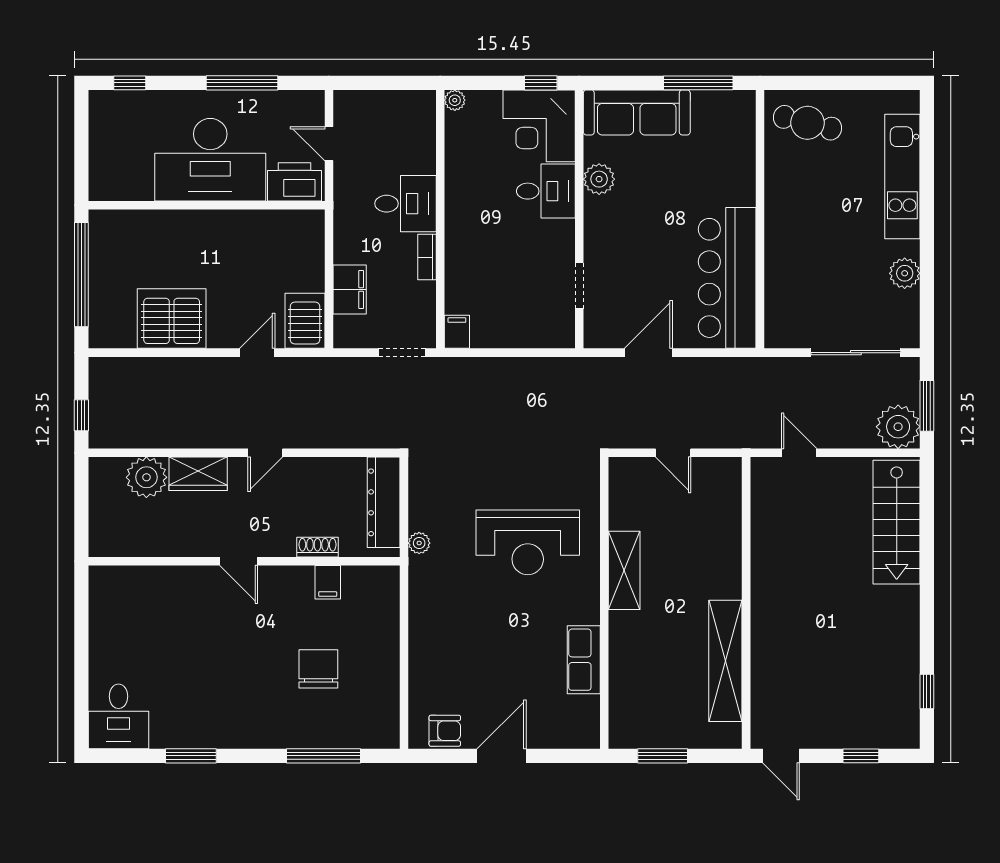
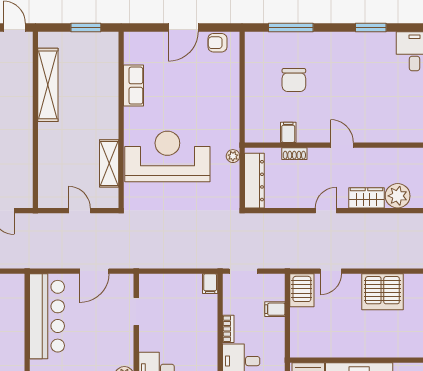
filing cabinet: (350, 289) -> (275, 309), width x0.50
reception desk: (528, 542) -> (167, 156), width x1.36, depth x1.30
shelving: (624, 570) -> (109, 163), moved

